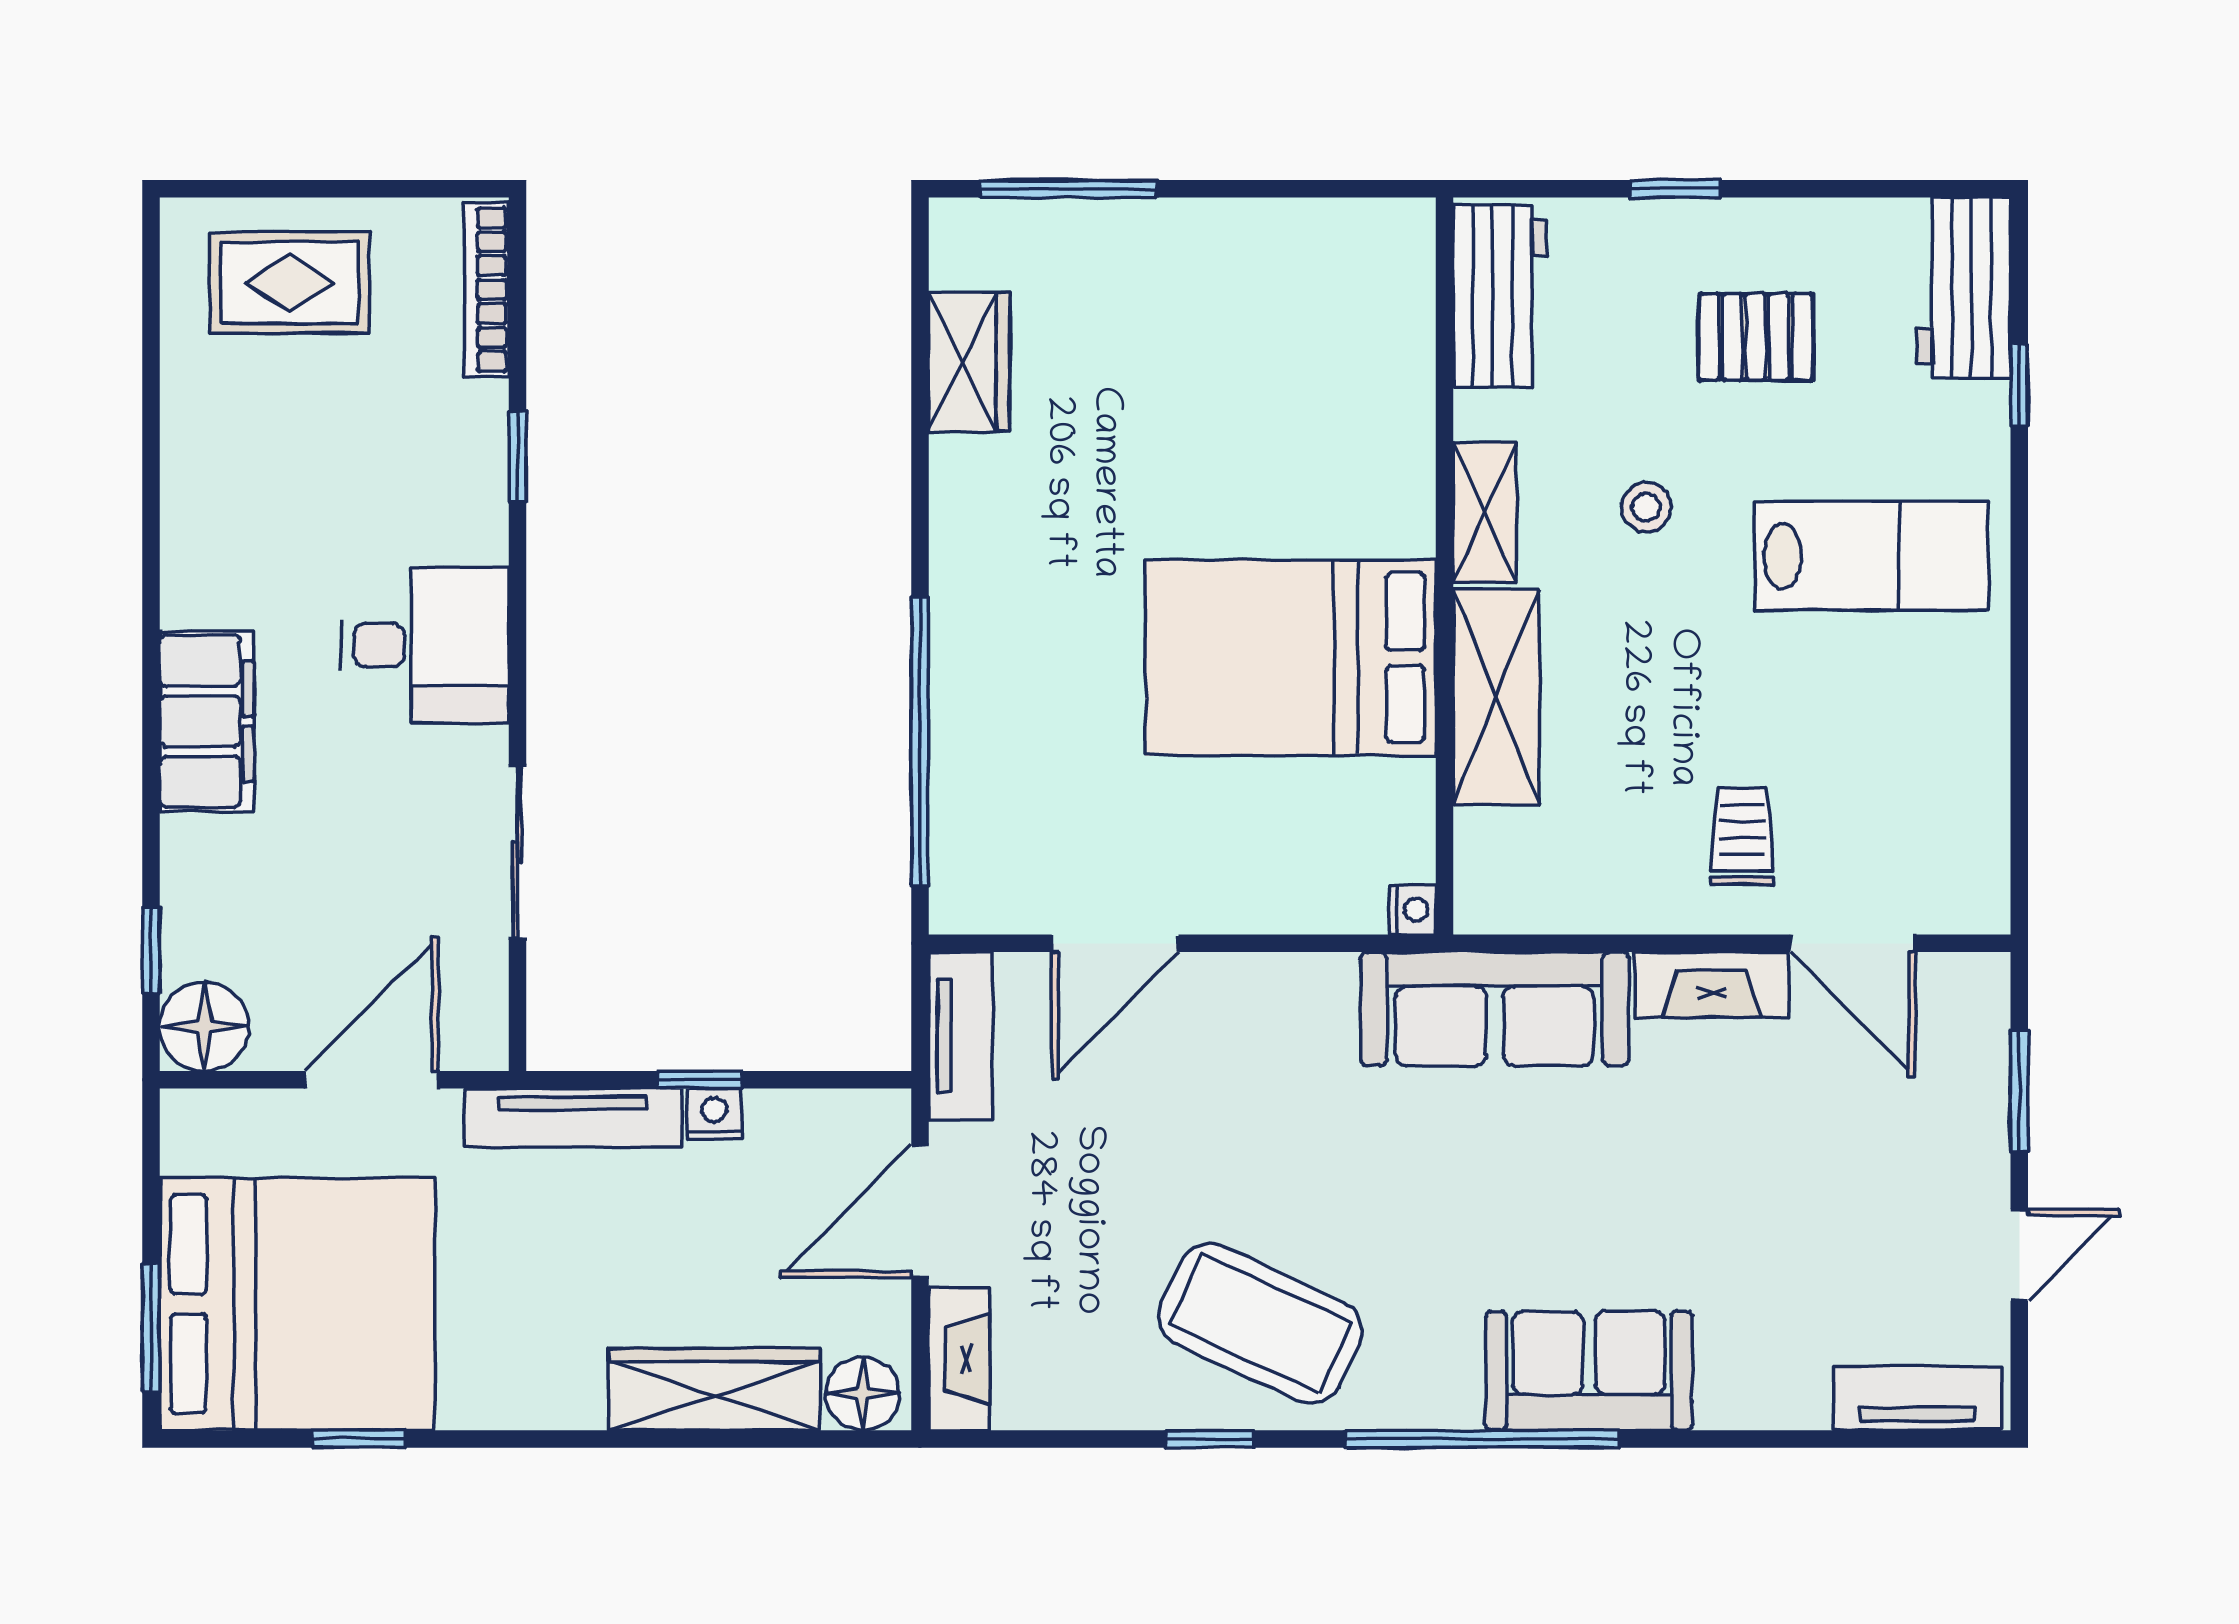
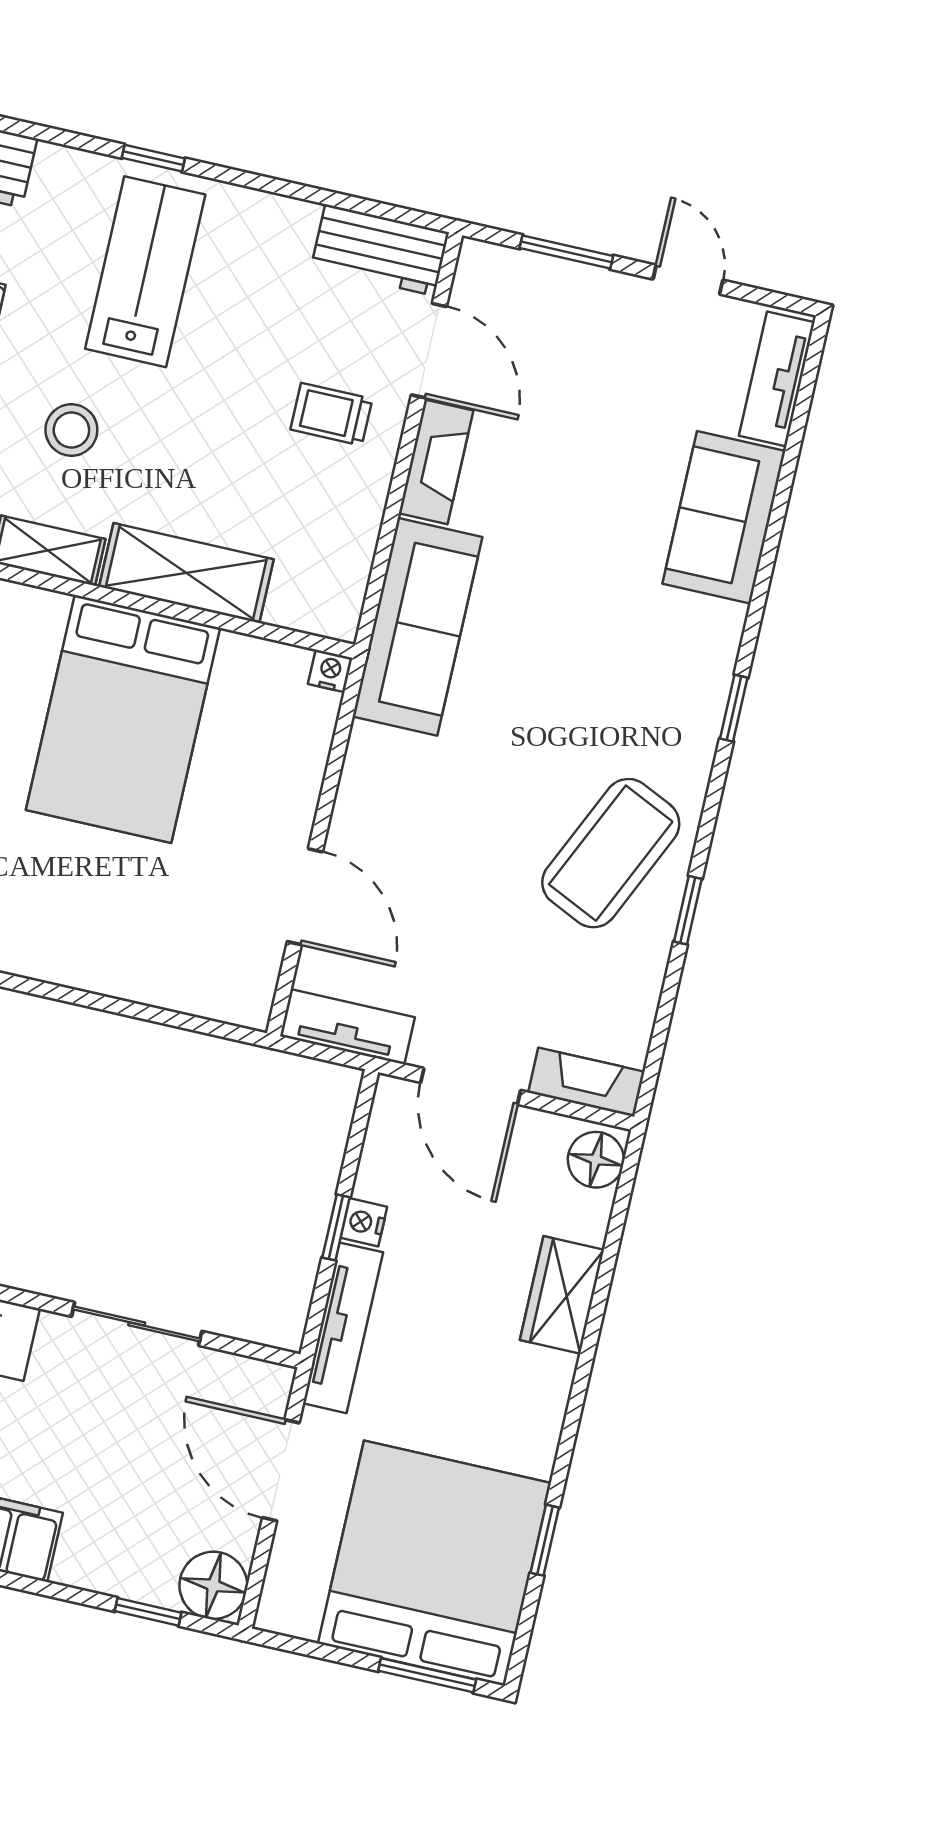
window: (2019, 385) -> (153, 158), moved
stool: (1646, 507) -> (71, 430), width x1.37, depth x1.37
window: (920, 741) -> (122, 1007), removed
workbench: (1967, 851) -> (380, 250), added
door: (1853, 943) -> (429, 351), hinge flipped
sofa: (1589, 1371) -> (724, 517), moved
wardrobe: (714, 1389) -> (562, 1295), width x0.67
window: (1482, 1439) -> (734, 708), width x0.32

